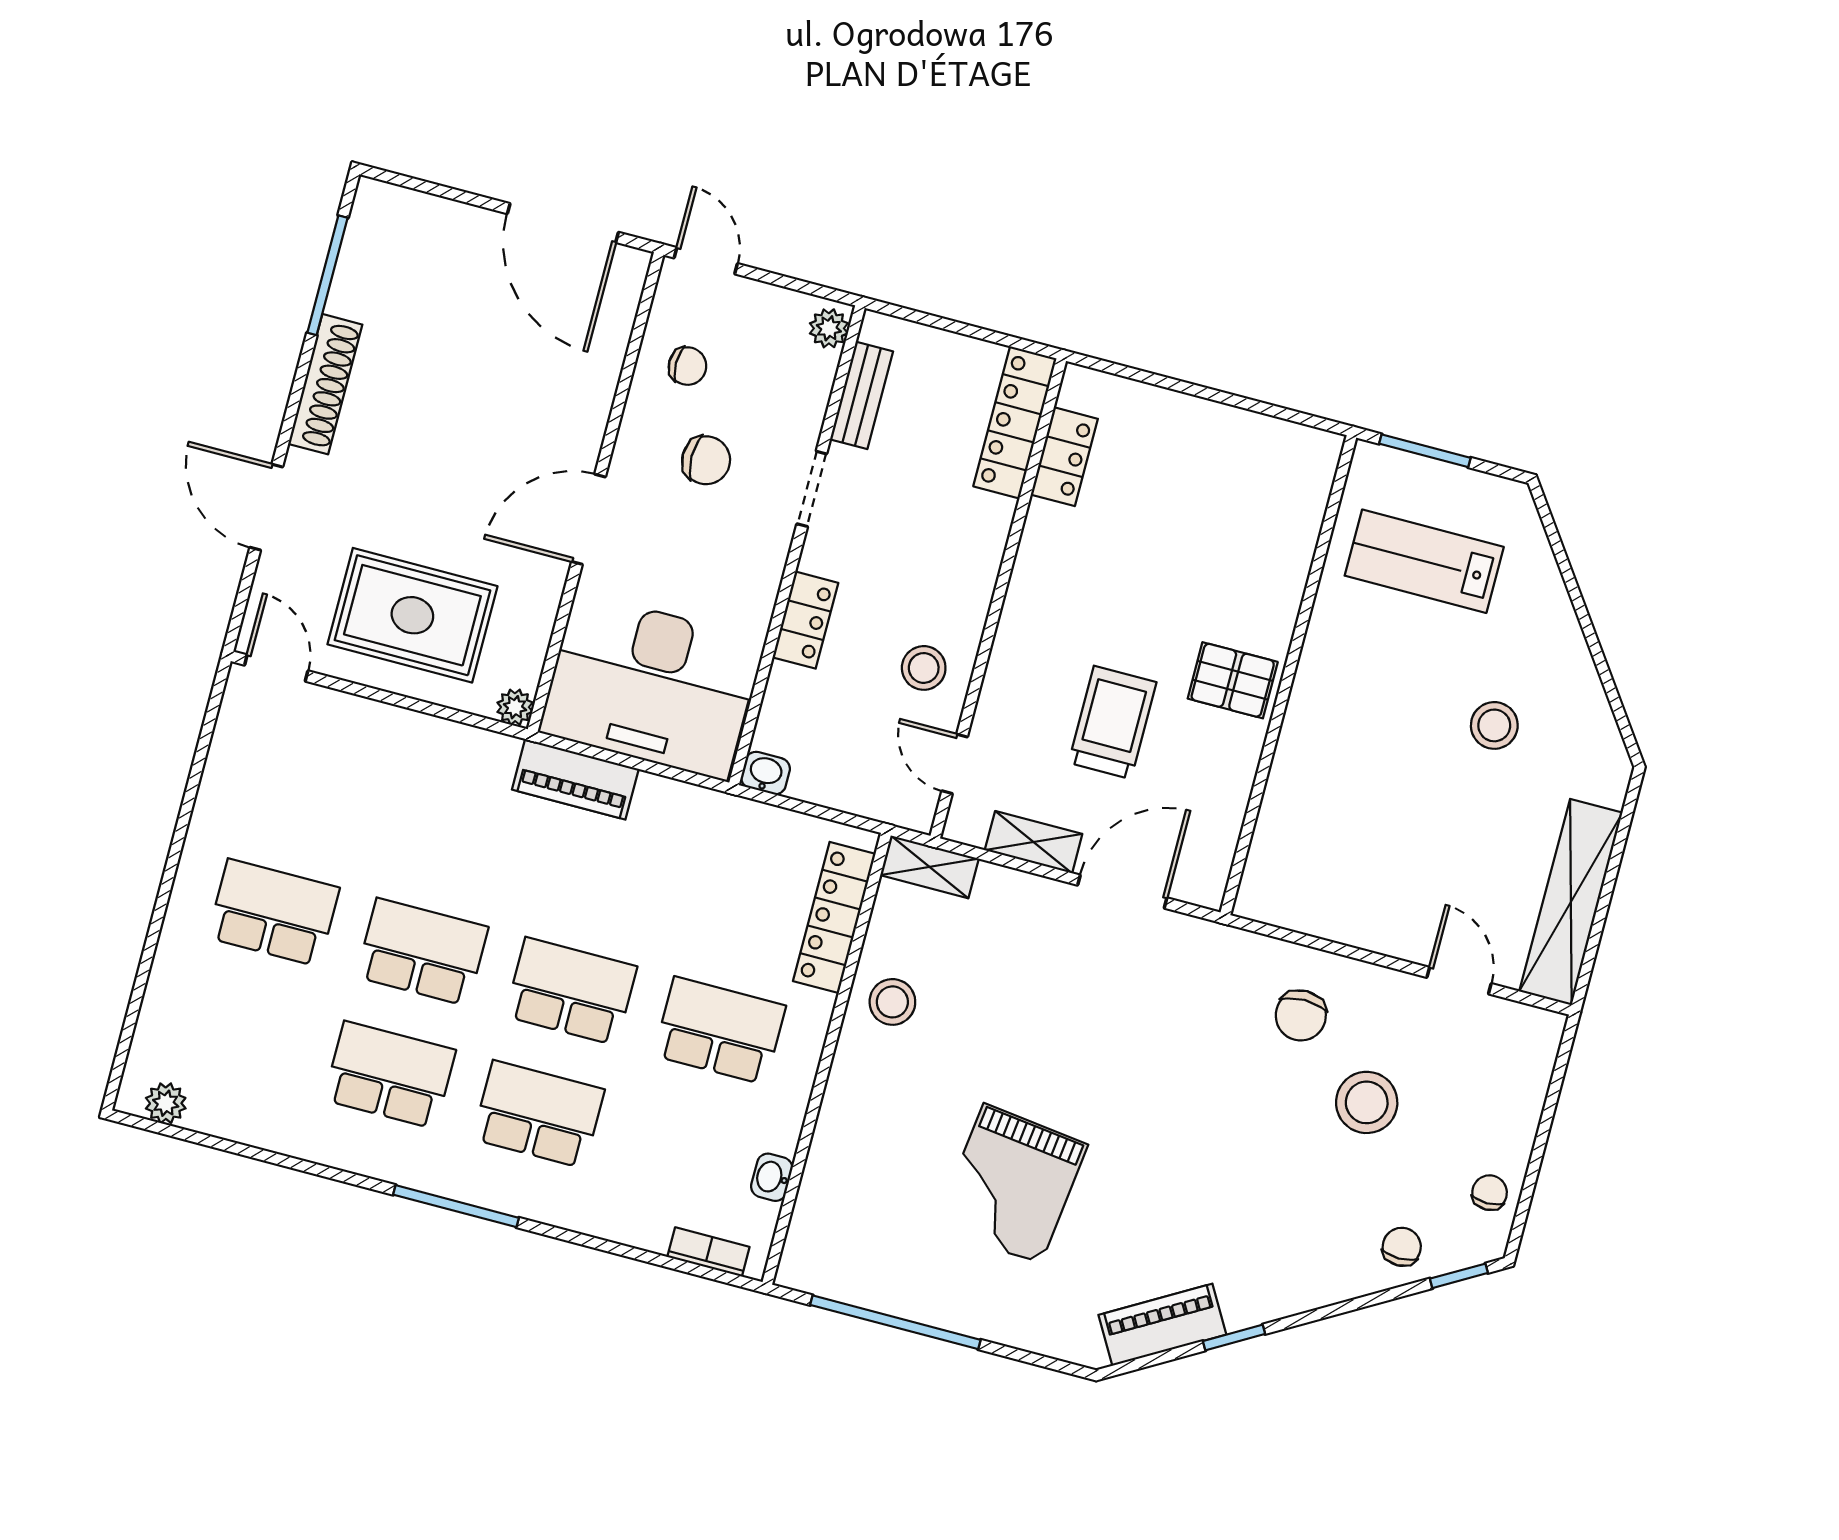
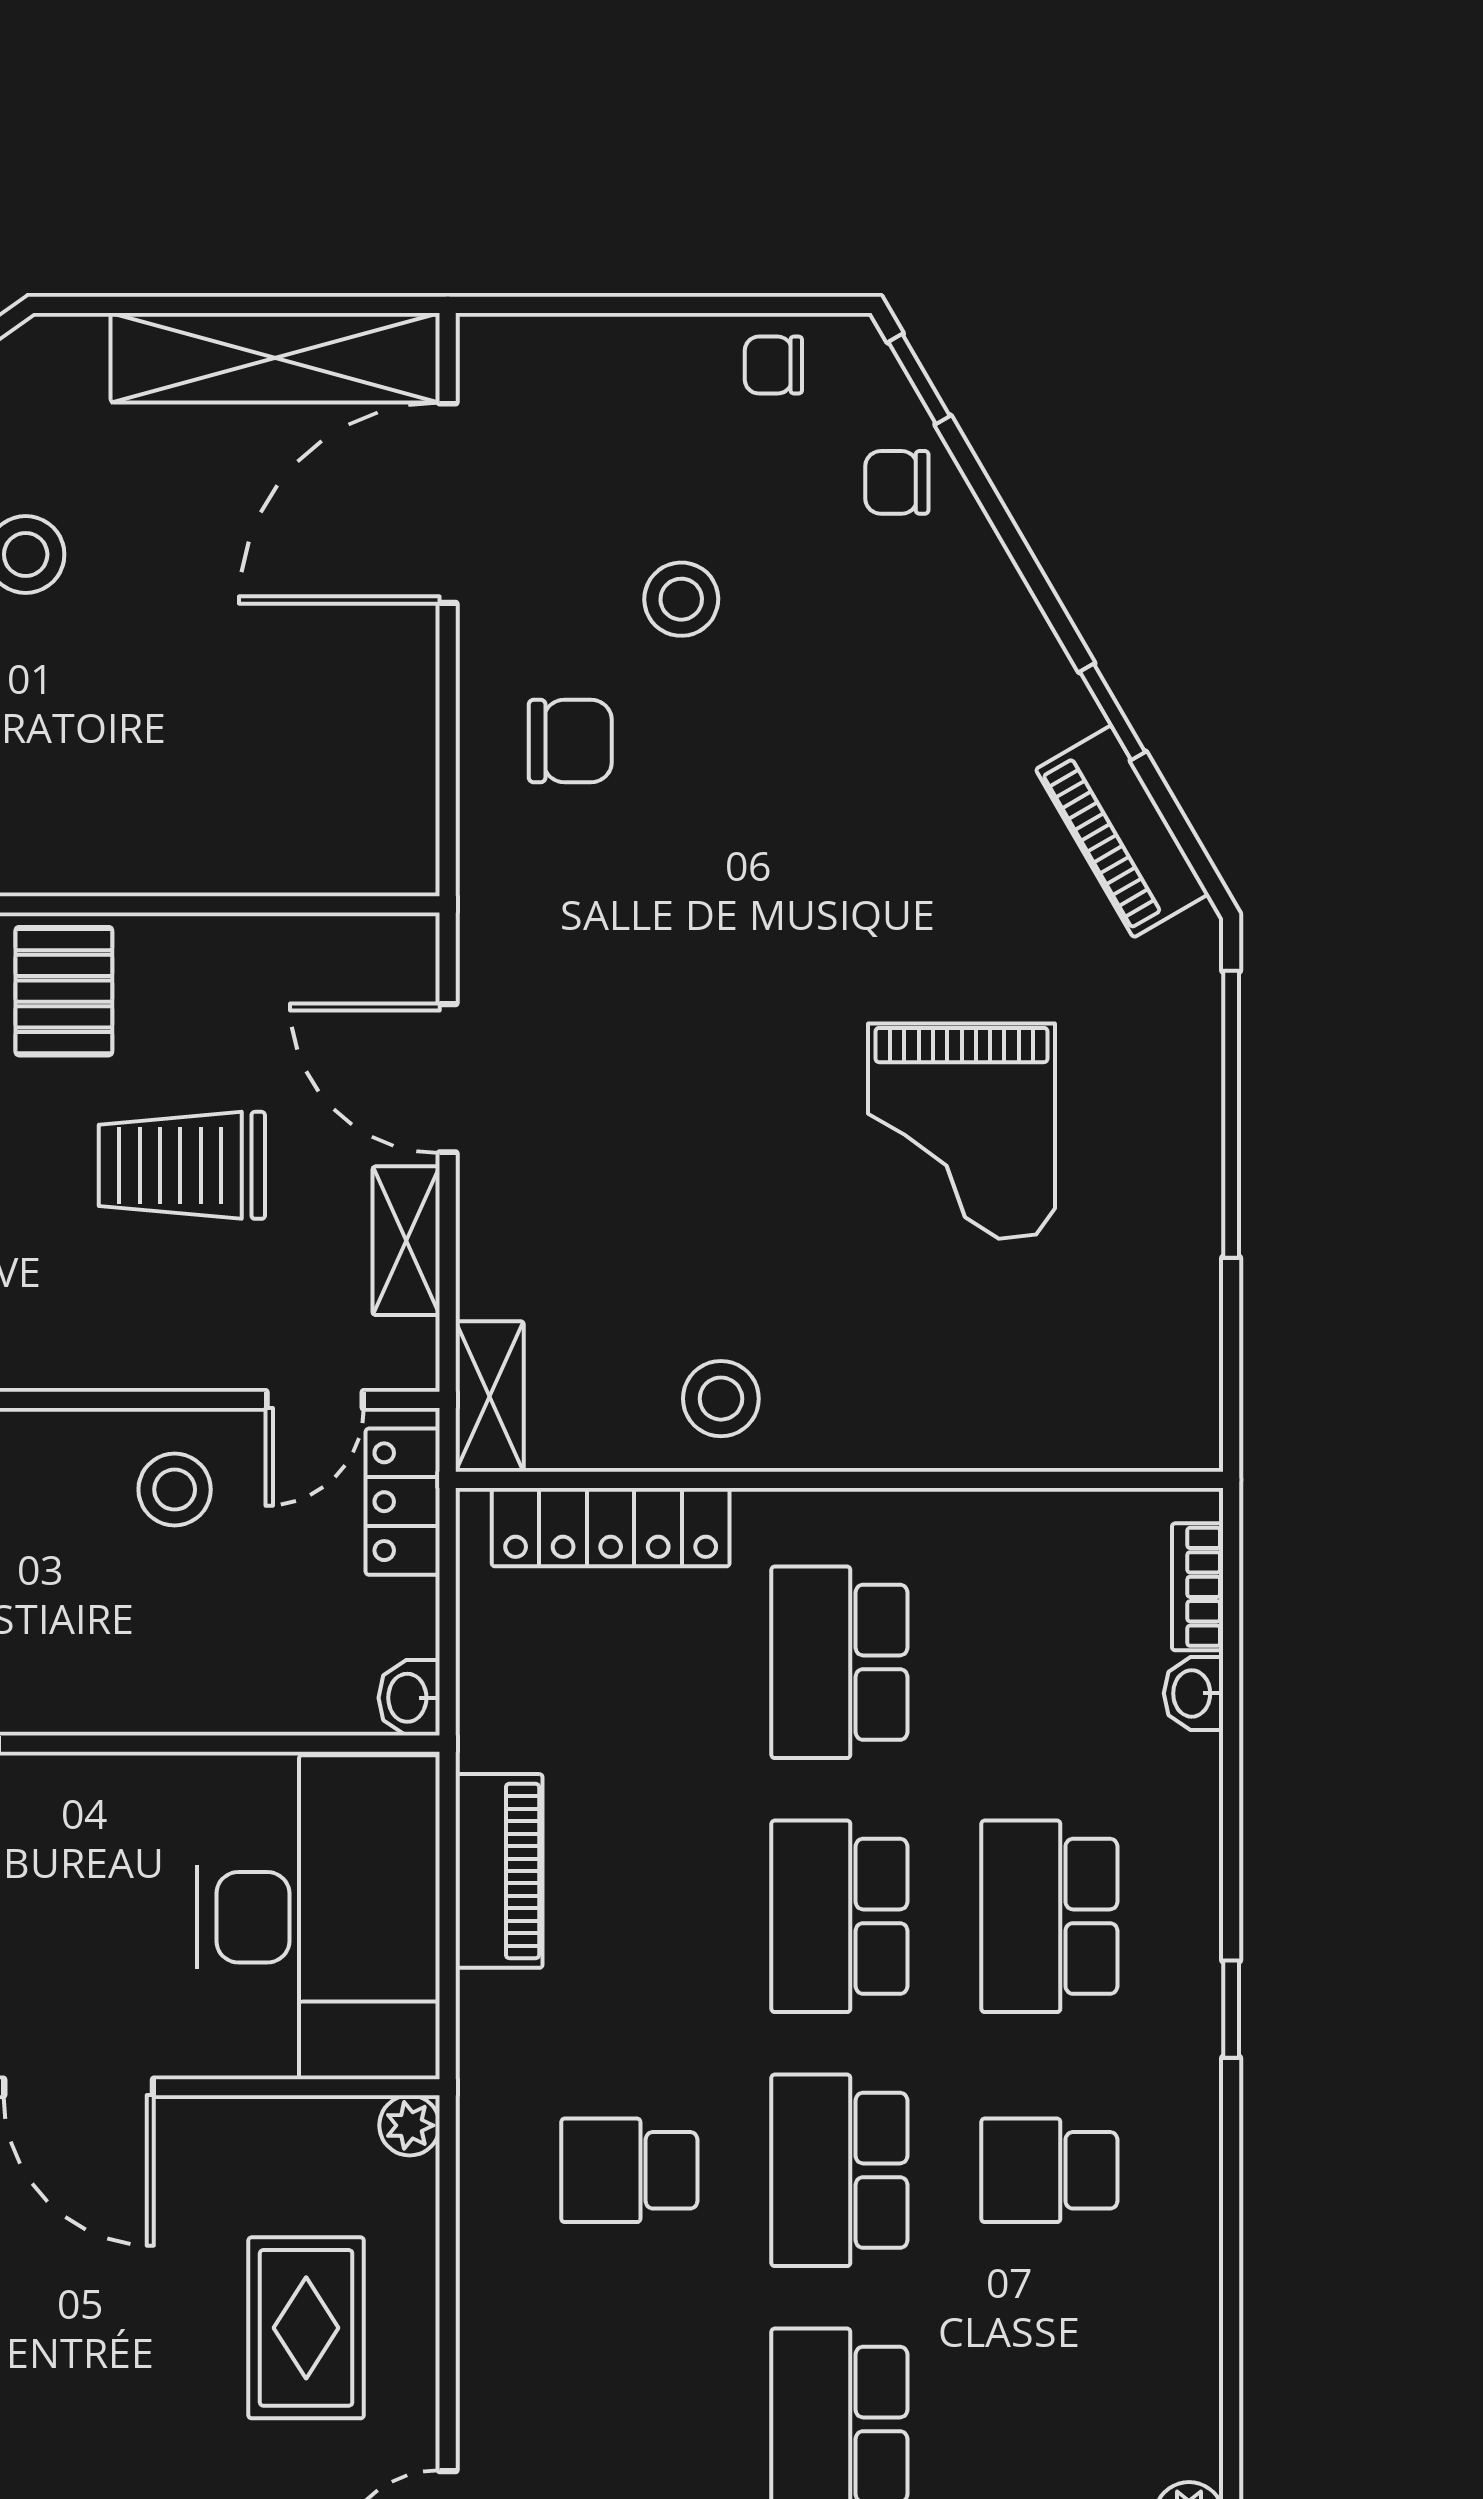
rug: (412, 615) -> (306, 2328), width x0.73, depth x0.70
locker: (805, 620) -> (403, 1502), moved, turned -90
piano: (575, 779) -> (499, 1871), moved
school desk: (455, 829) -> (629, 2170), added
door: (1459, 981) -> (448, 503), width x1.87
school desk: (390, 1075) -> (1049, 2170), width x0.54
stool: (1367, 1102) -> (681, 599), width x0.73, depth x0.73
washbasin: (772, 1177) -> (1193, 1693), moved, turned 90
grand piano: (1012, 1184) -> (962, 1131), turned 83
window: (456, 1206) -> (1231, 2009), width x0.46
window: (895, 1322) -> (1231, 1114), moved

